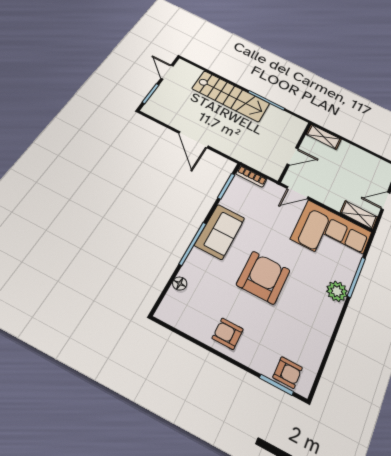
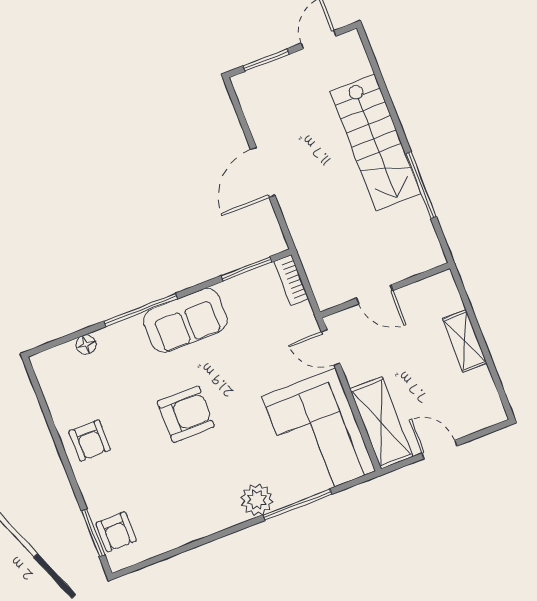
shelving: (324, 137) -> (465, 341), moved
shelving: (359, 215) -> (381, 423), width x1.50, depth x1.33
armchair: (263, 277) -> (186, 414), width x0.73, depth x0.73
armchair: (228, 334) -> (90, 441), turned 180

